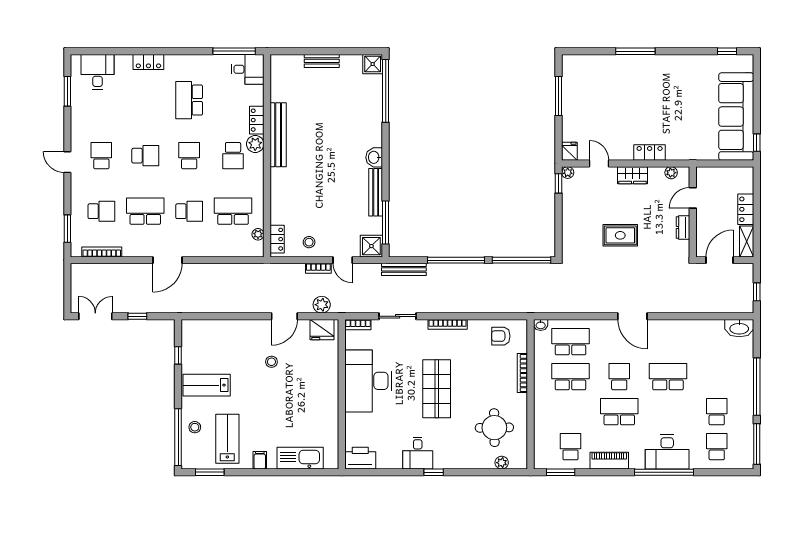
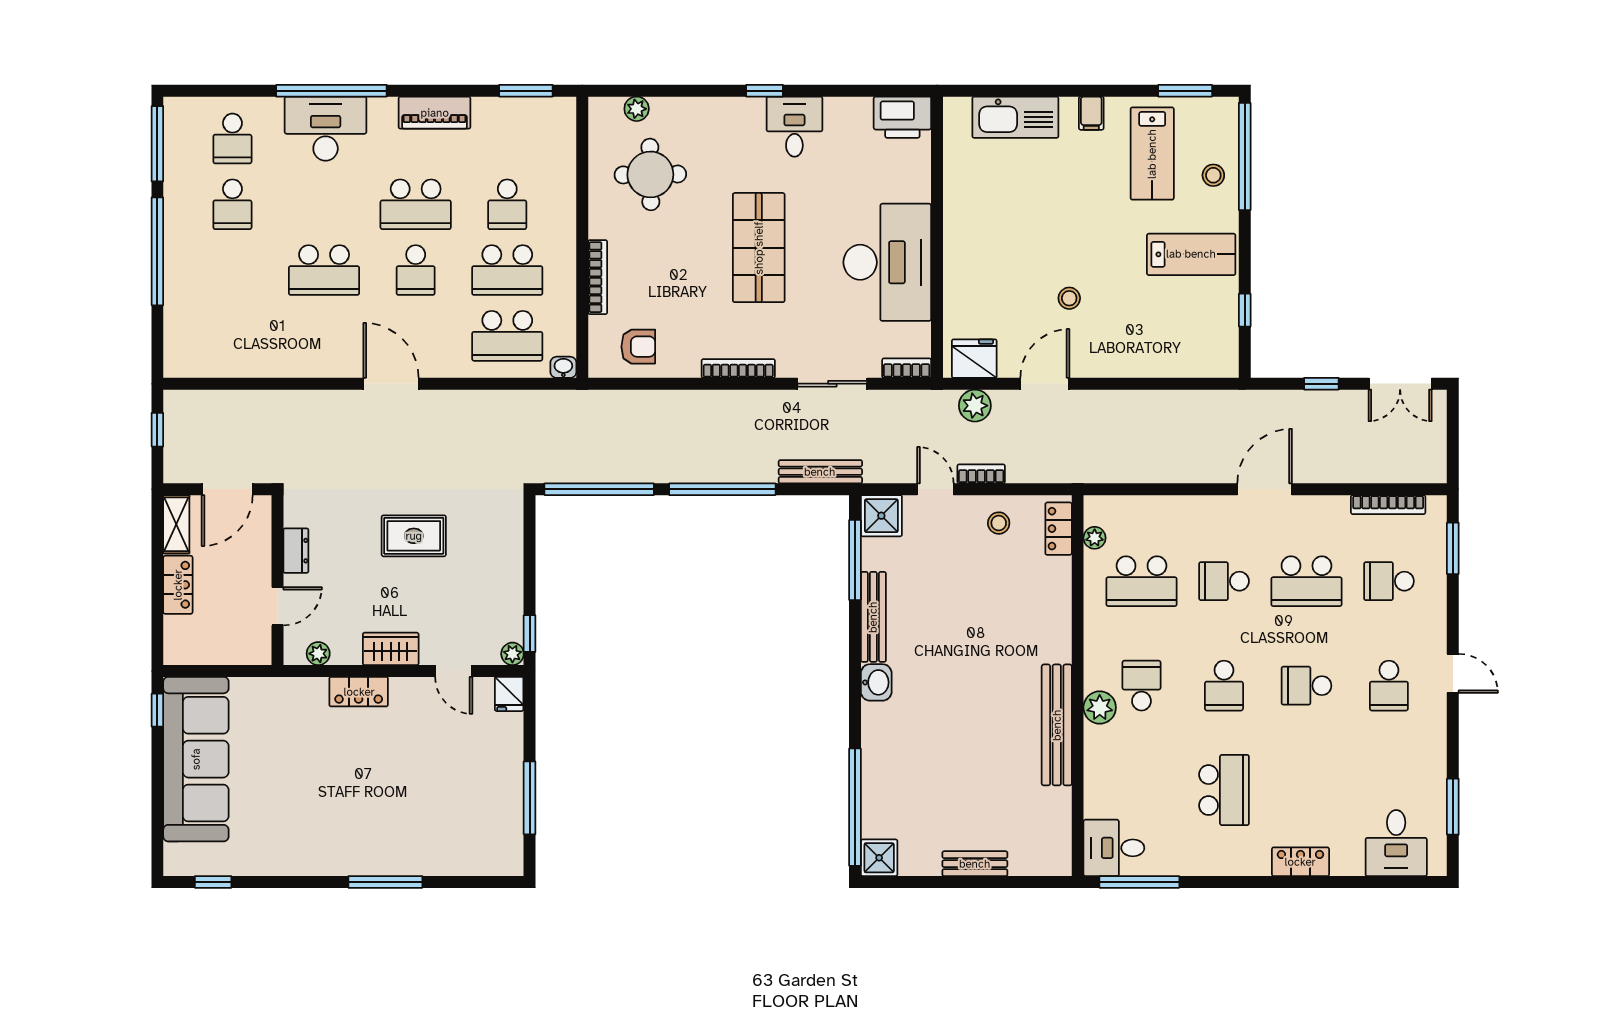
locker: (257, 120) -> (1097, 752), removed
washbasin: (739, 328) -> (190, 361), removed
school desk: (570, 447) -> (507, 204), moved

